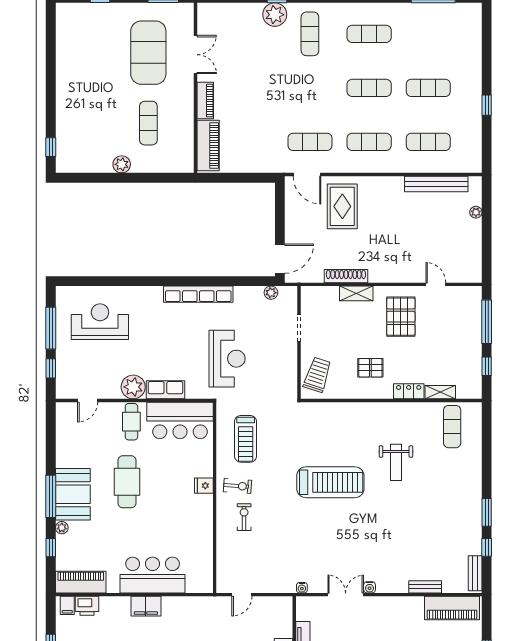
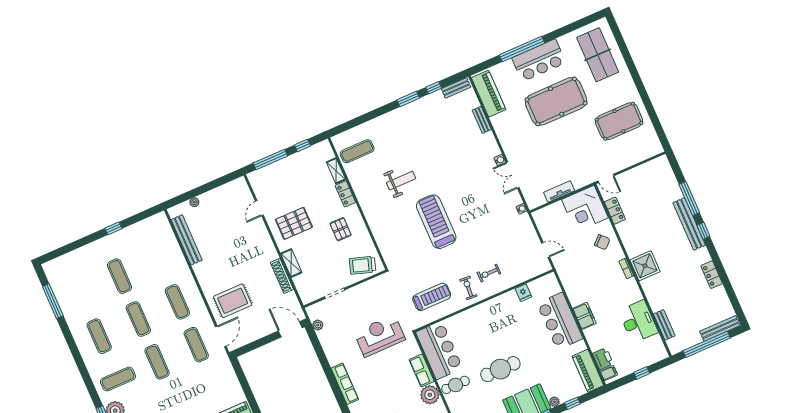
exercise mat: (428, 142) -> (157, 362), moved
row of seats: (198, 294) -> (345, 384), width x0.73
fridge: (204, 486) -> (523, 293), moved

